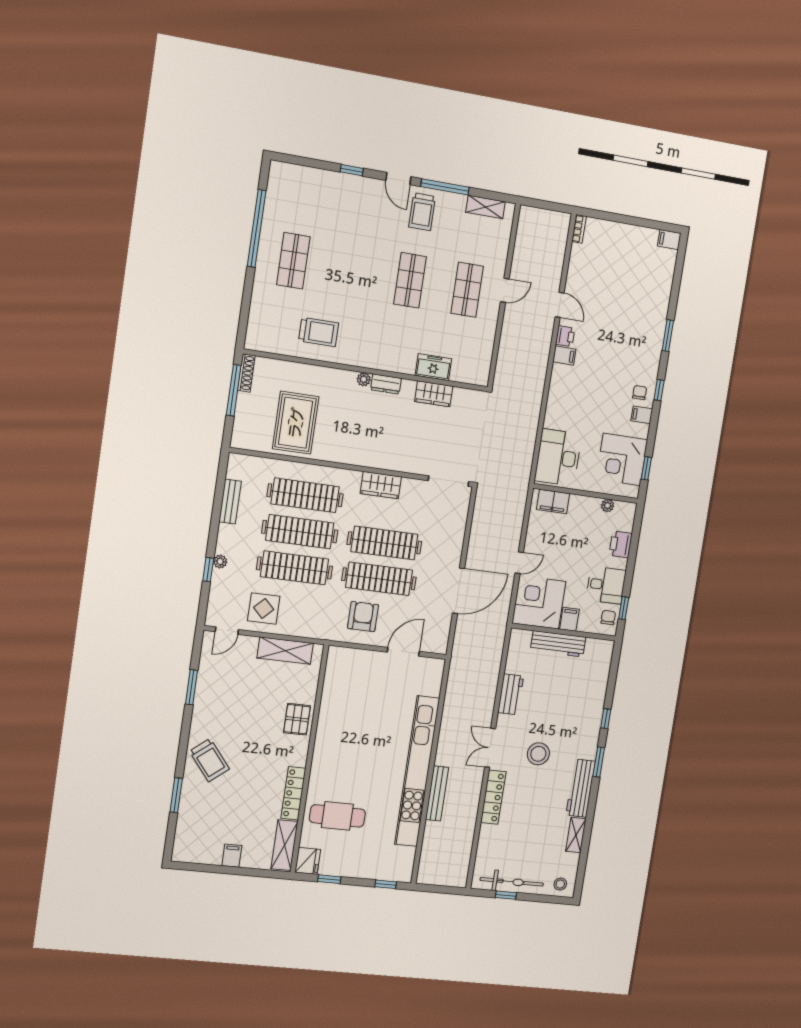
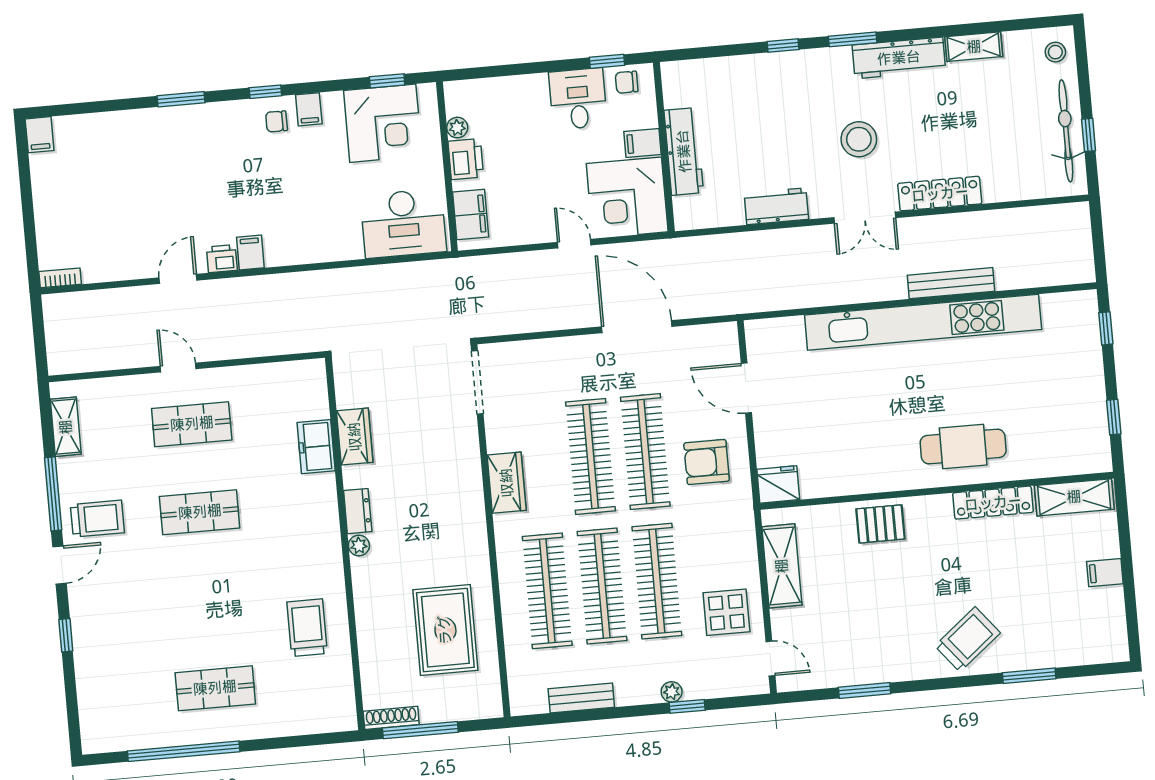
rug: (296, 423) -> (445, 630), turned 90
printer: (621, 544) -> (466, 159), moved, turned -90
cafe table: (337, 816) -> (963, 447), moved, turned 90
fridge: (308, 861) -> (778, 484), moved

